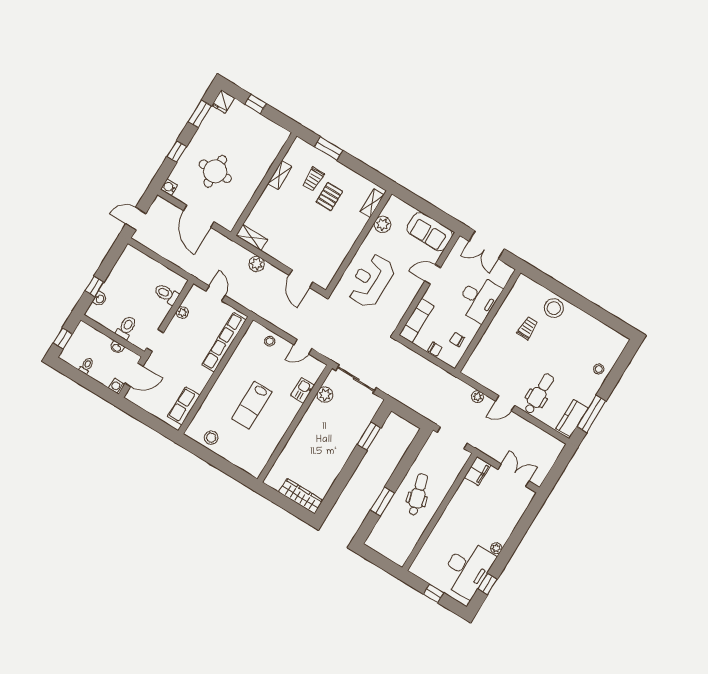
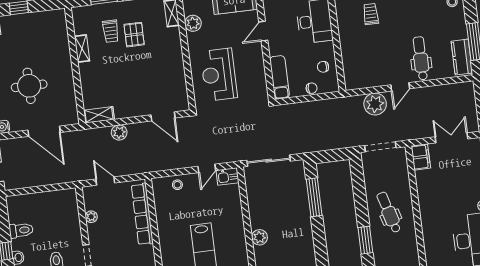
toilet: (166, 294) -> (21, 230), moved, turned 180
kitchen sink: (303, 390) -> (228, 176), moved, turned -90
plant: (325, 395) -> (259, 237), moved
plant: (477, 397) -> (375, 104), width x1.88, depth x1.88
window: (369, 436) -> (314, 197), width x1.44

